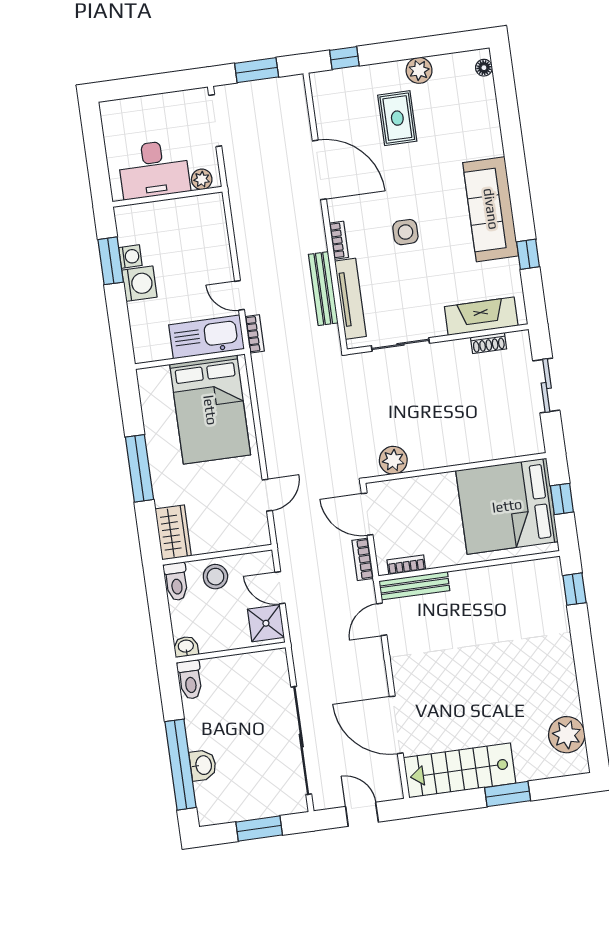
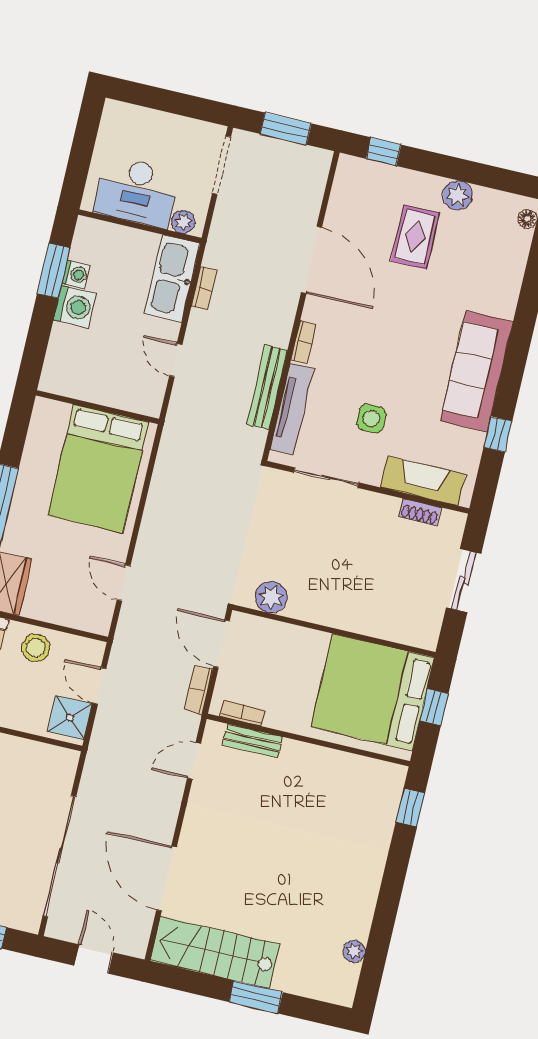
side table: (405, 232) -> (371, 419), moved
bookcase: (255, 334) -> (204, 288), moved
kitchen sink: (207, 337) -> (172, 278), moved, turned -90
door: (267, 495) -> (124, 583), swing flipped
bench: (414, 586) -> (253, 741), width x0.73
plant: (567, 735) -> (354, 951), width x0.53, depth x0.53

